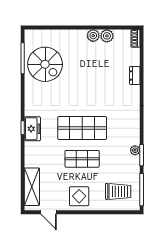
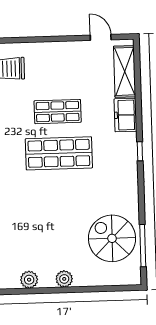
plant: (93, 36) -> (64, 279), moved
freezer: (32, 129) -> (125, 115), moved
display table: (79, 196) -> (60, 60), removed

